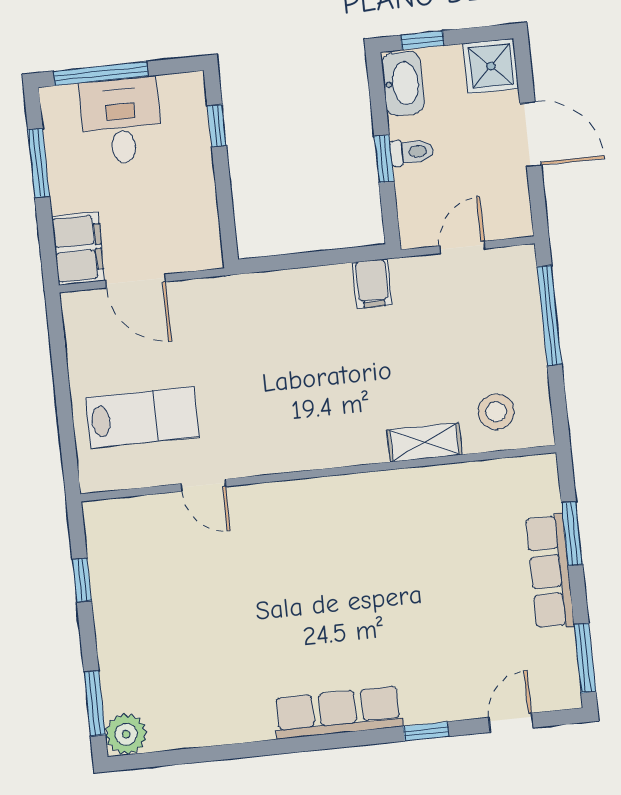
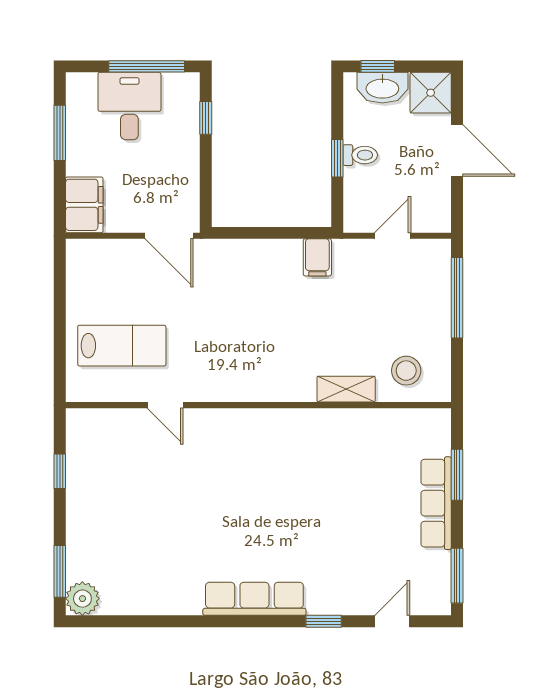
window: (101, 74) -> (147, 66), moved
washbasin: (403, 83) -> (382, 88), moved, turned 90
door: (136, 281) -> (169, 236), moved

